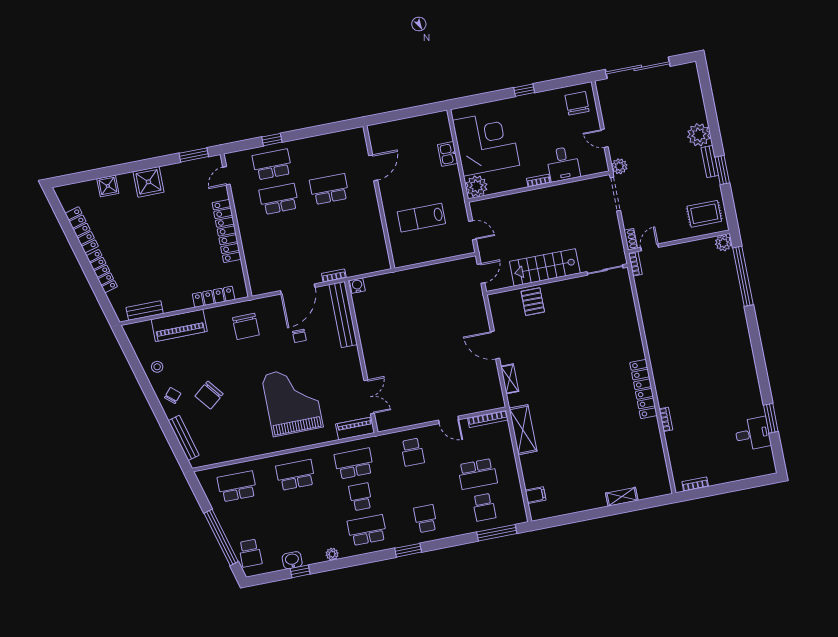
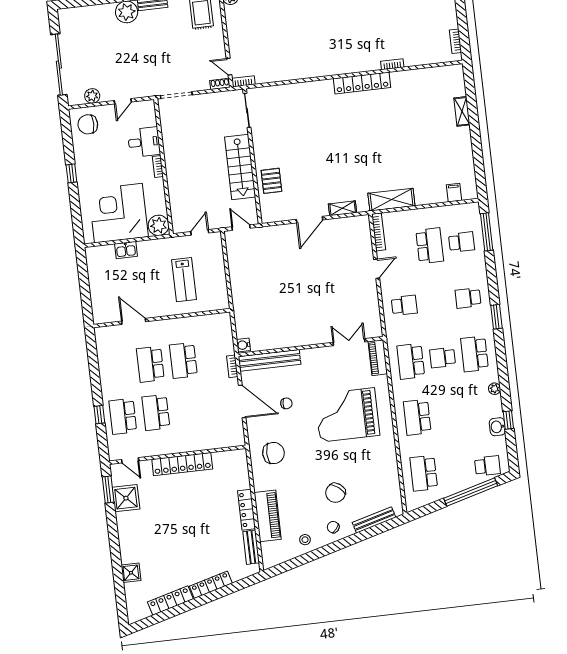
plant: (619, 166) -> (92, 96), moved
shower: (148, 182) -> (126, 498), moved
school desk: (336, 224) -> (183, 360), added
locker: (214, 297) -> (247, 510), moved
pallet: (533, 302) -> (271, 181), turned 90
chair: (209, 395) -> (335, 493), turned 77

